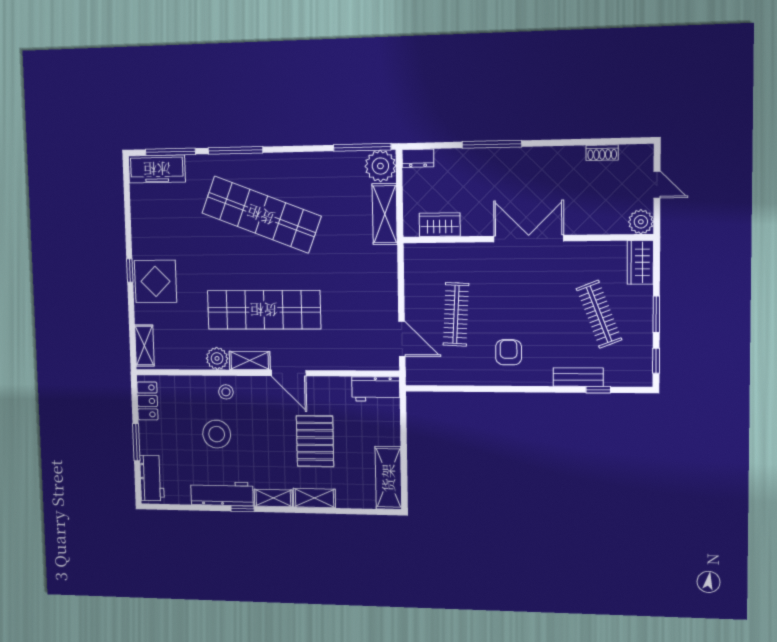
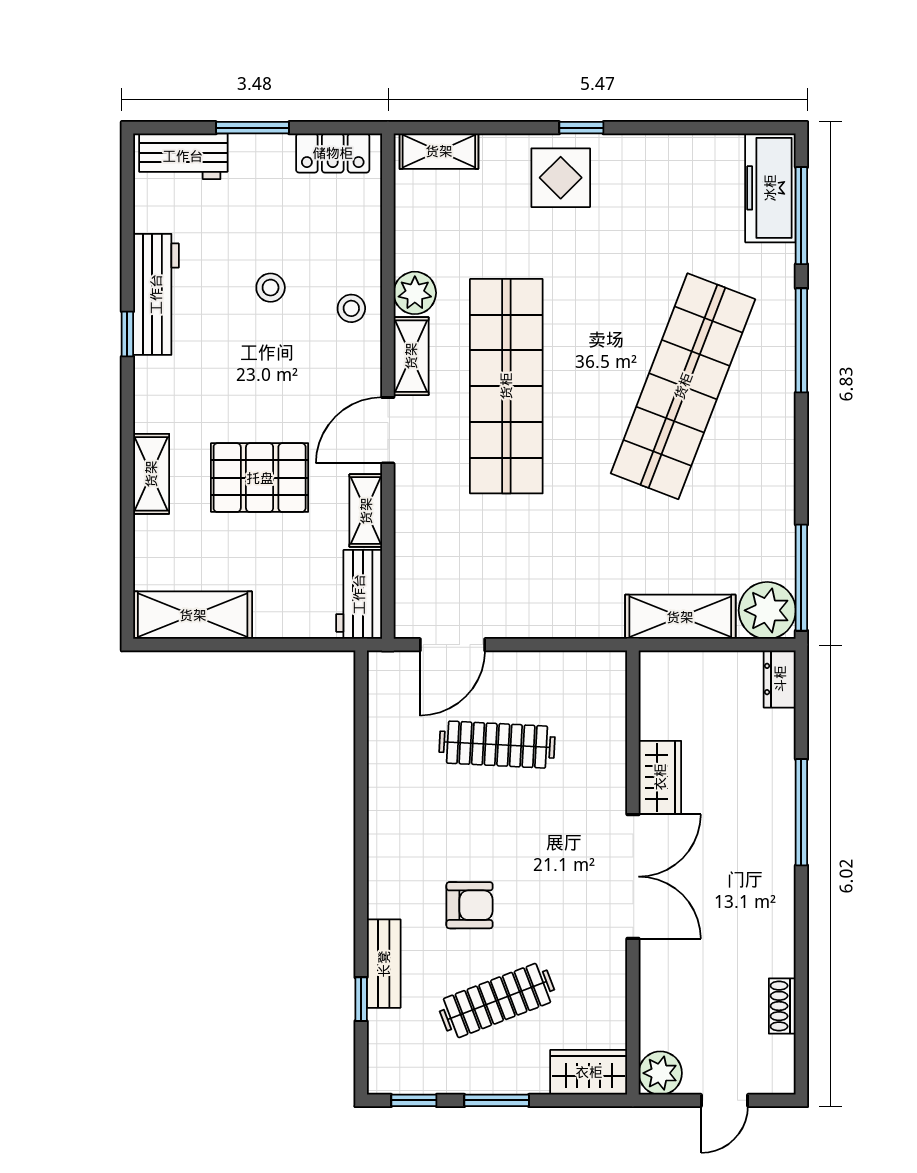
wardrobe: (440, 225) -> (660, 777), moved
display table: (156, 281) -> (561, 178), width x0.73, depth x0.73
armchair: (509, 352) -> (470, 905), moved
stool: (217, 434) -> (271, 288), width x0.53, depth x0.53
shelving: (273, 498) -> (366, 511), moved

